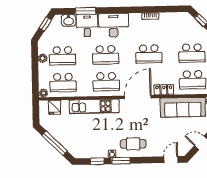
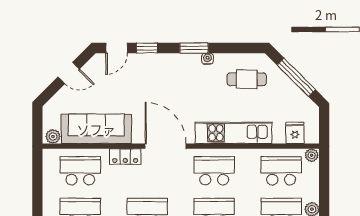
door: (138, 97) -> (166, 146), swing flipped
cafe table: (133, 144) -> (247, 79), moved
window: (97, 161) -> (147, 48), moved

